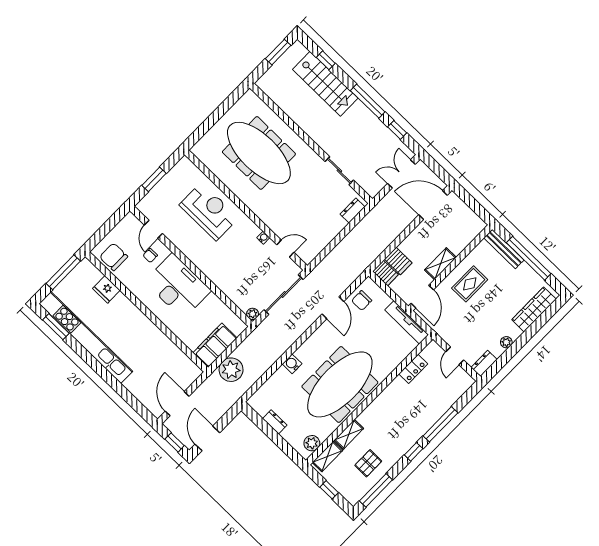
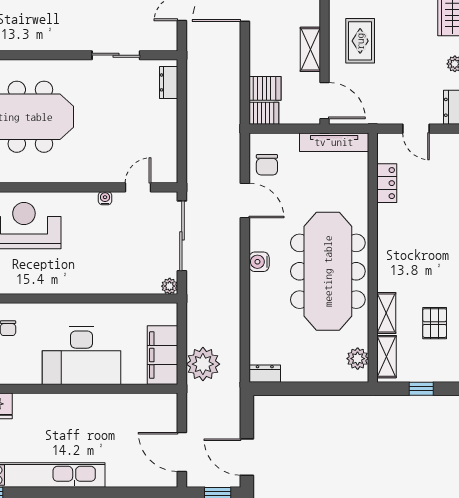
desk: (178, 286) -> (81, 355), moved, turned 180
water cooler: (292, 364) -> (259, 262), moved
dresser: (275, 422) -> (265, 374), moved

